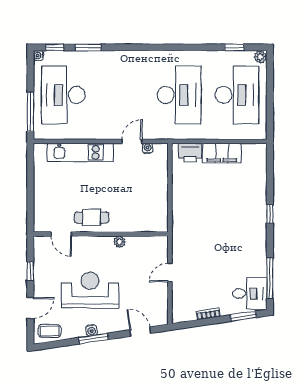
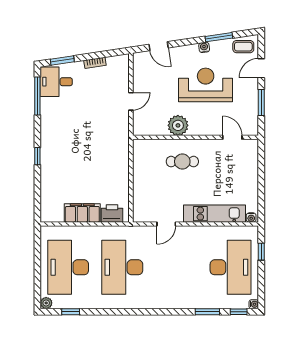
window: (30, 112) -> (261, 252), width x0.46
water cooler: (148, 148) -> (251, 218), moved
cafe table: (92, 218) -> (182, 162), moved
plant: (119, 242) -> (178, 125), width x1.87, depth x1.87
window: (30, 271) -> (261, 103), width x1.50
reception desk: (90, 290) -> (206, 85), turned 180
window: (94, 338) -> (219, 37), moved

